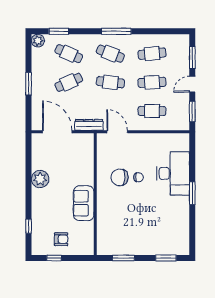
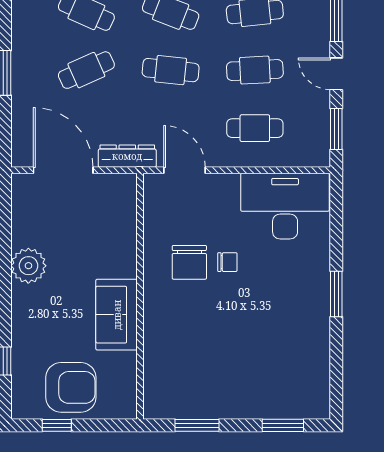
door: (192, 84) -> (336, 74), hinge flipped
desk: (173, 173) -> (285, 206), moved, turned -90
chair: (120, 177) -> (189, 262), turned -92
armchair: (61, 239) -> (71, 387), width x1.88, depth x1.88

